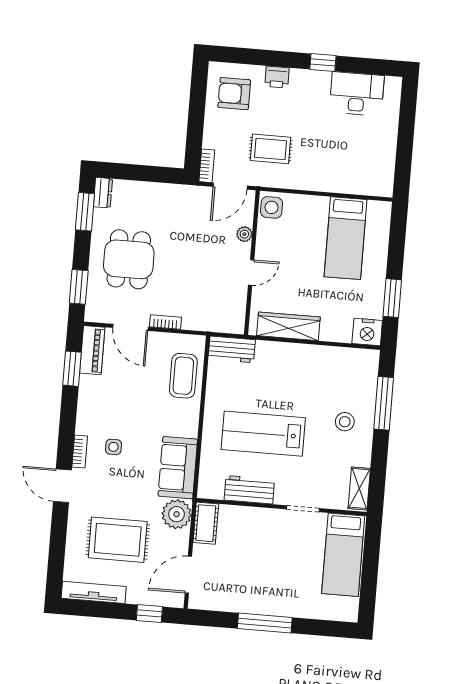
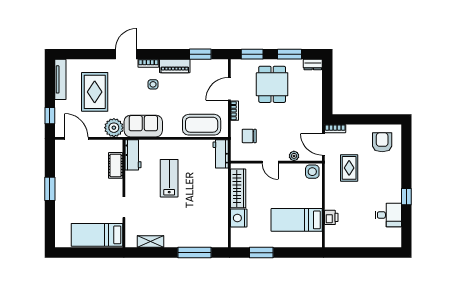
printer: (277, 77) -> (331, 217), moved, turned 180
desk: (357, 94) -> (388, 215), width x0.73
window: (85, 212) -> (289, 54), moved
dining table: (129, 259) -> (272, 84), turned 90
chair: (207, 302) -> (249, 136), added
nightstand: (367, 332) -> (239, 218), moved
piano: (92, 350) -> (175, 66), moved
coffee table: (183, 376) -> (202, 125), width x1.36, depth x1.32
stool: (345, 422) -> (181, 229), removed
lab bench: (263, 434) -> (169, 178), width x0.73, depth x0.72
shelving: (359, 488) -> (150, 242), moved
workbench: (249, 490) -> (133, 155), moved
cot: (206, 523) -> (116, 165), moved, turned 90
window: (265, 623) -> (50, 189), width x0.69

